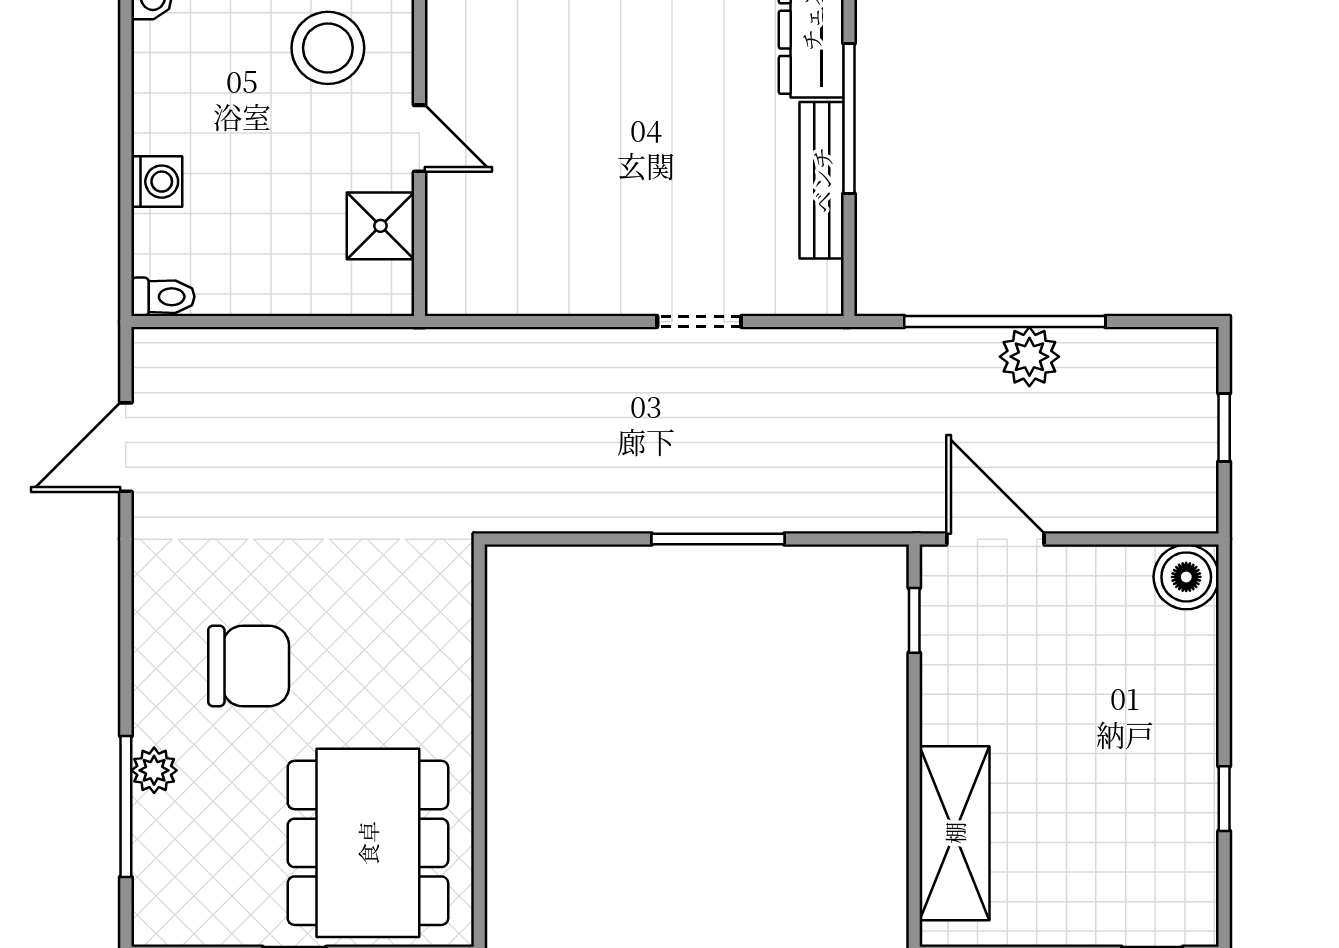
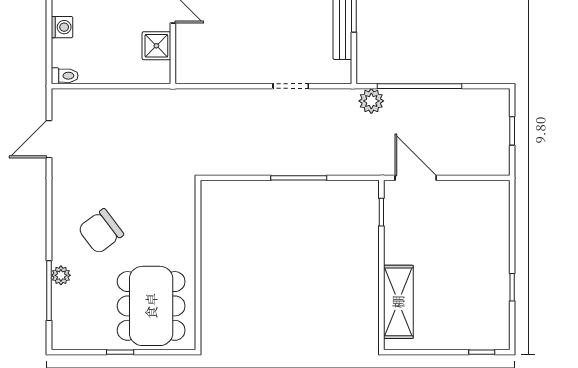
plant: (1029, 357) -> (371, 101), moved
boiler: (1186, 577) -> (496, 194), removed
chair: (249, 666) -> (101, 231), turned 143

